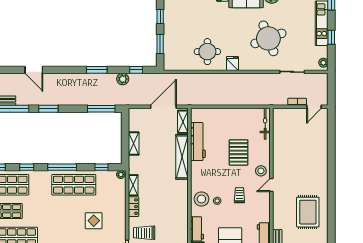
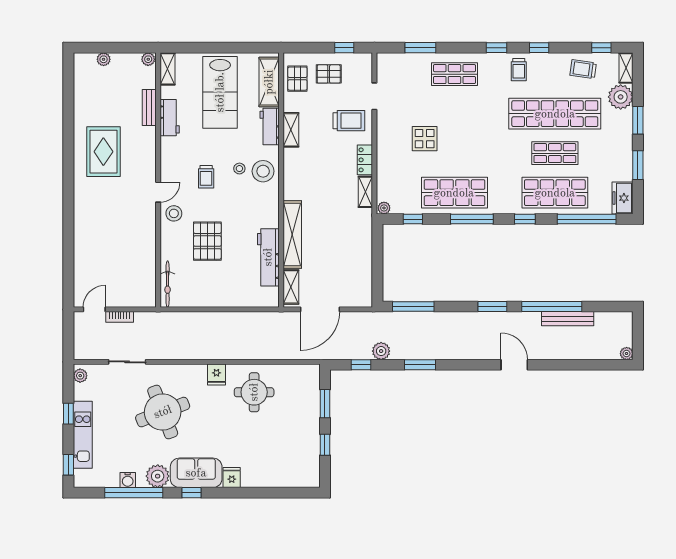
shelving: (134, 144) -> (291, 130), moved

